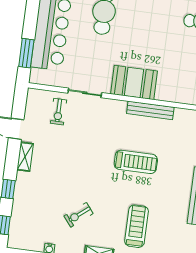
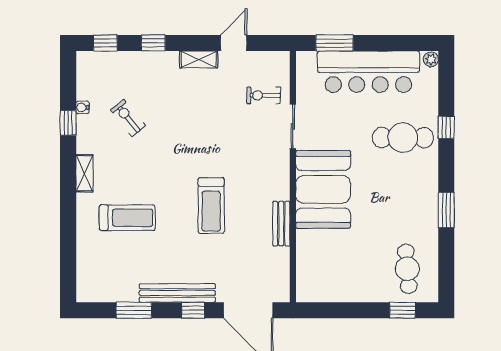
booth: (134, 82) -> (323, 189), width x1.36, depth x1.42
bench: (150, 110) -> (281, 224), width x0.73
exercise bike: (79, 215) -> (128, 118), moved

